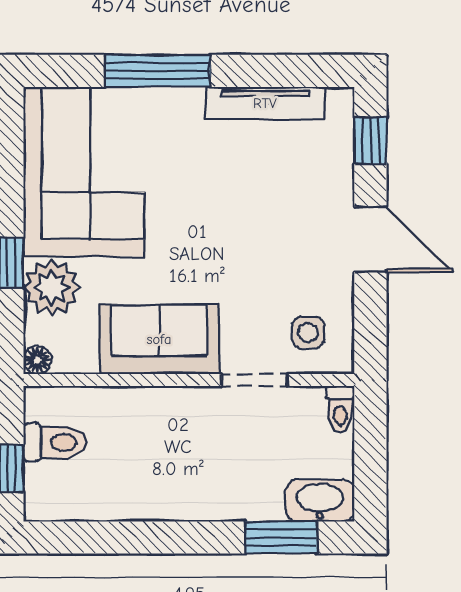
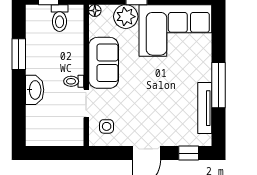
window: (157, 71) -> (219, 85), moved
toilet: (340, 409) -> (74, 81), moved
washbasin: (320, 501) -> (35, 90), moved
window: (281, 538) -> (19, 54), moved

